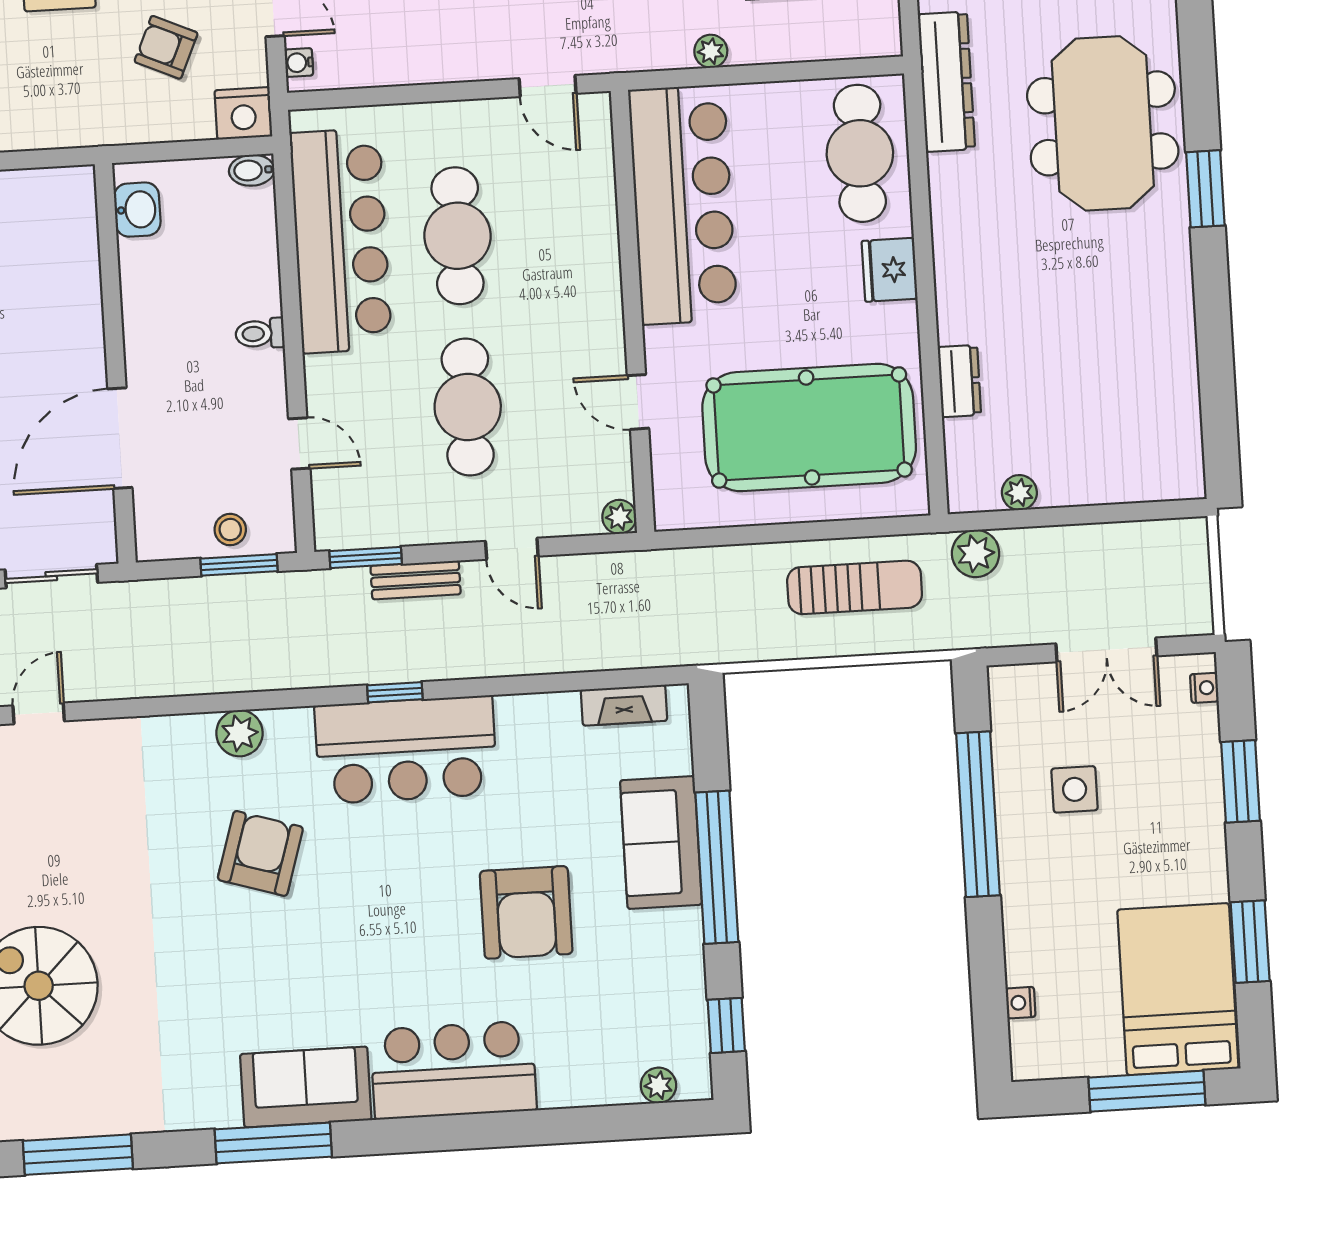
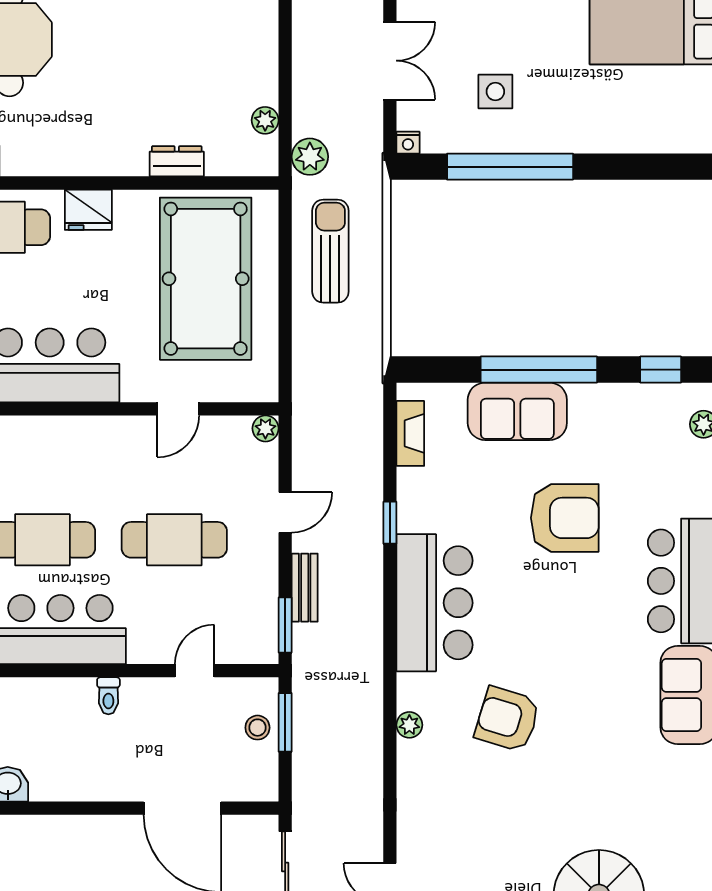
window: (395, 692) -> (390, 523), moved
plant: (239, 733) -> (409, 725), width x0.73, depth x0.73
nightstand: (1021, 1003) -> (408, 143), moved

